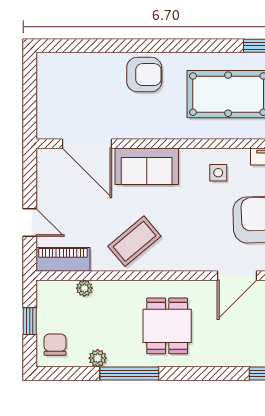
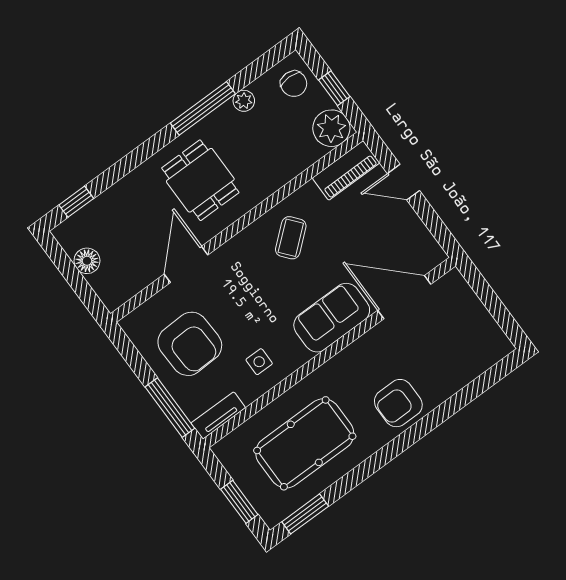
coffee table: (134, 241) -> (291, 238), width x0.73, depth x0.77
door: (237, 276) -> (186, 264), moved
plant: (84, 288) -> (331, 128), moved, width x1.88, depth x1.88

